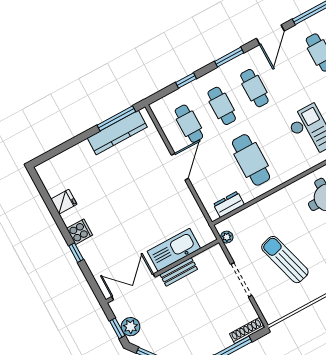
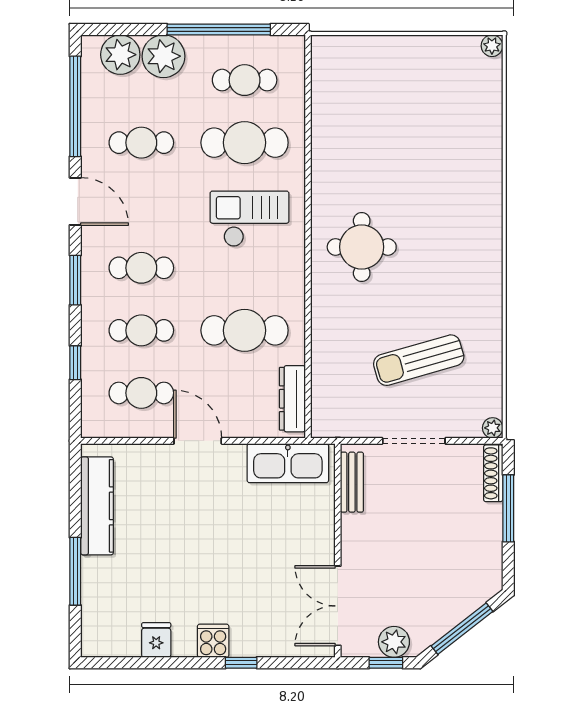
window: (116, 118) -> (75, 571), moved
dresser: (229, 204) -> (292, 399), width x1.44
plant: (227, 237) -> (493, 428), moved
kitchen sink: (174, 250) -> (288, 463), moved, turned -90
bench: (179, 272) -> (352, 482), moved

